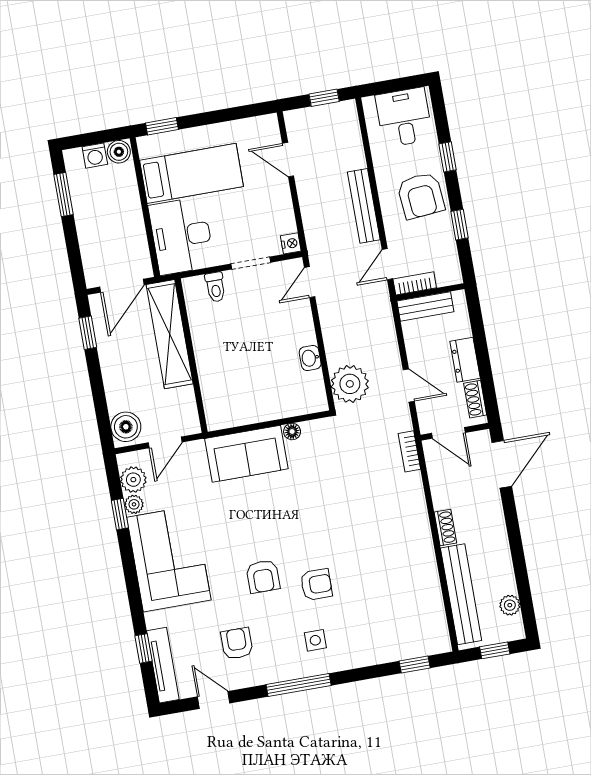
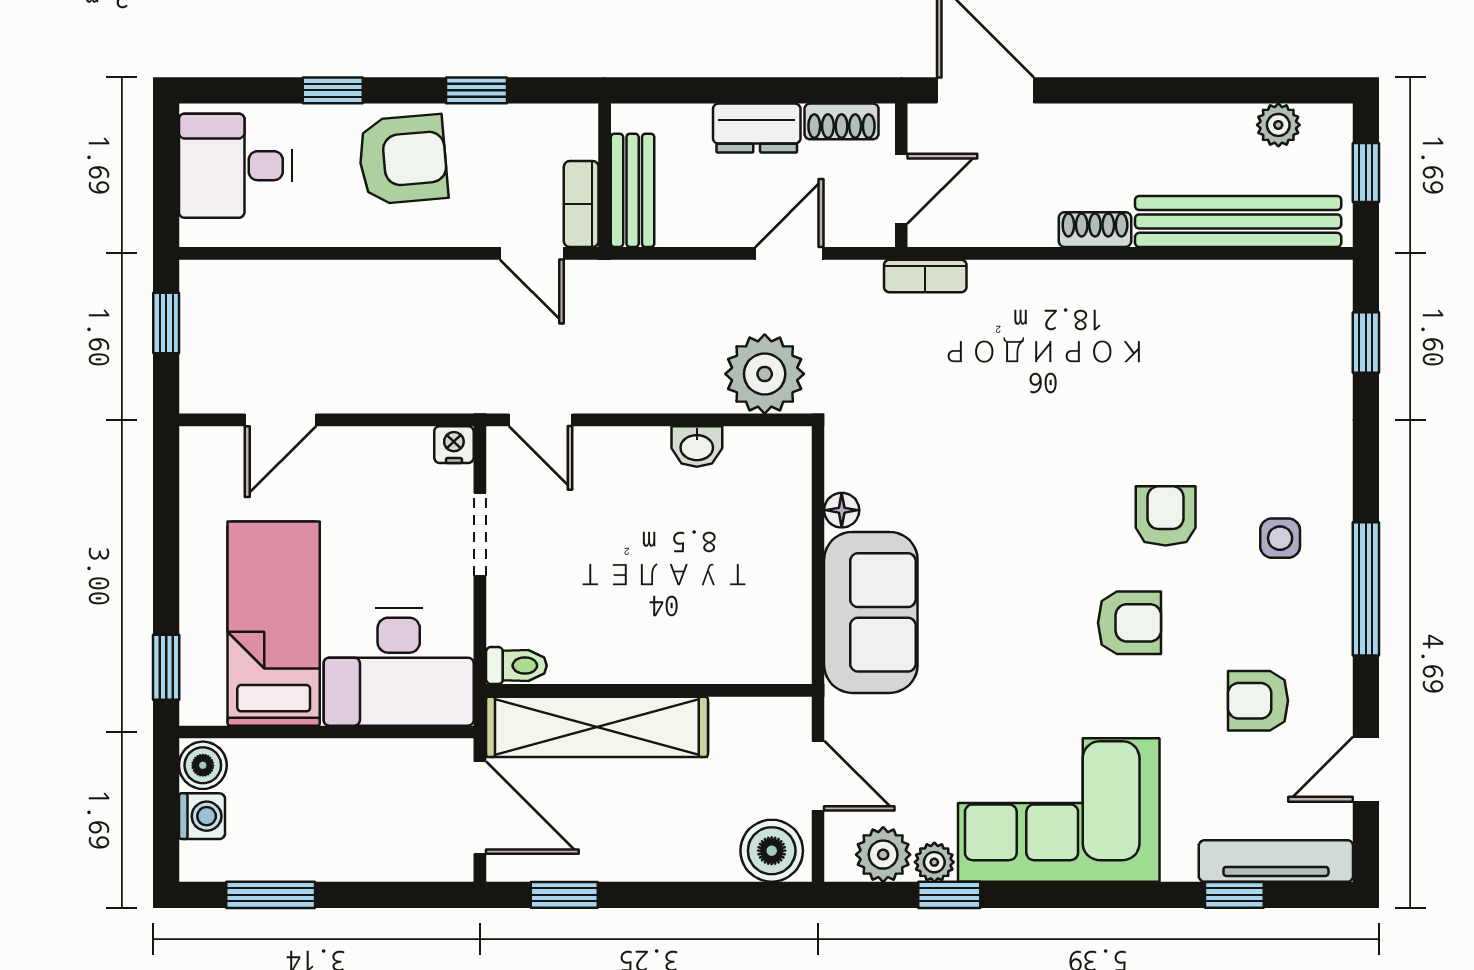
bench: (364, 206) -> (403, 281), removed
toilet: (215, 287) -> (516, 666), moved

